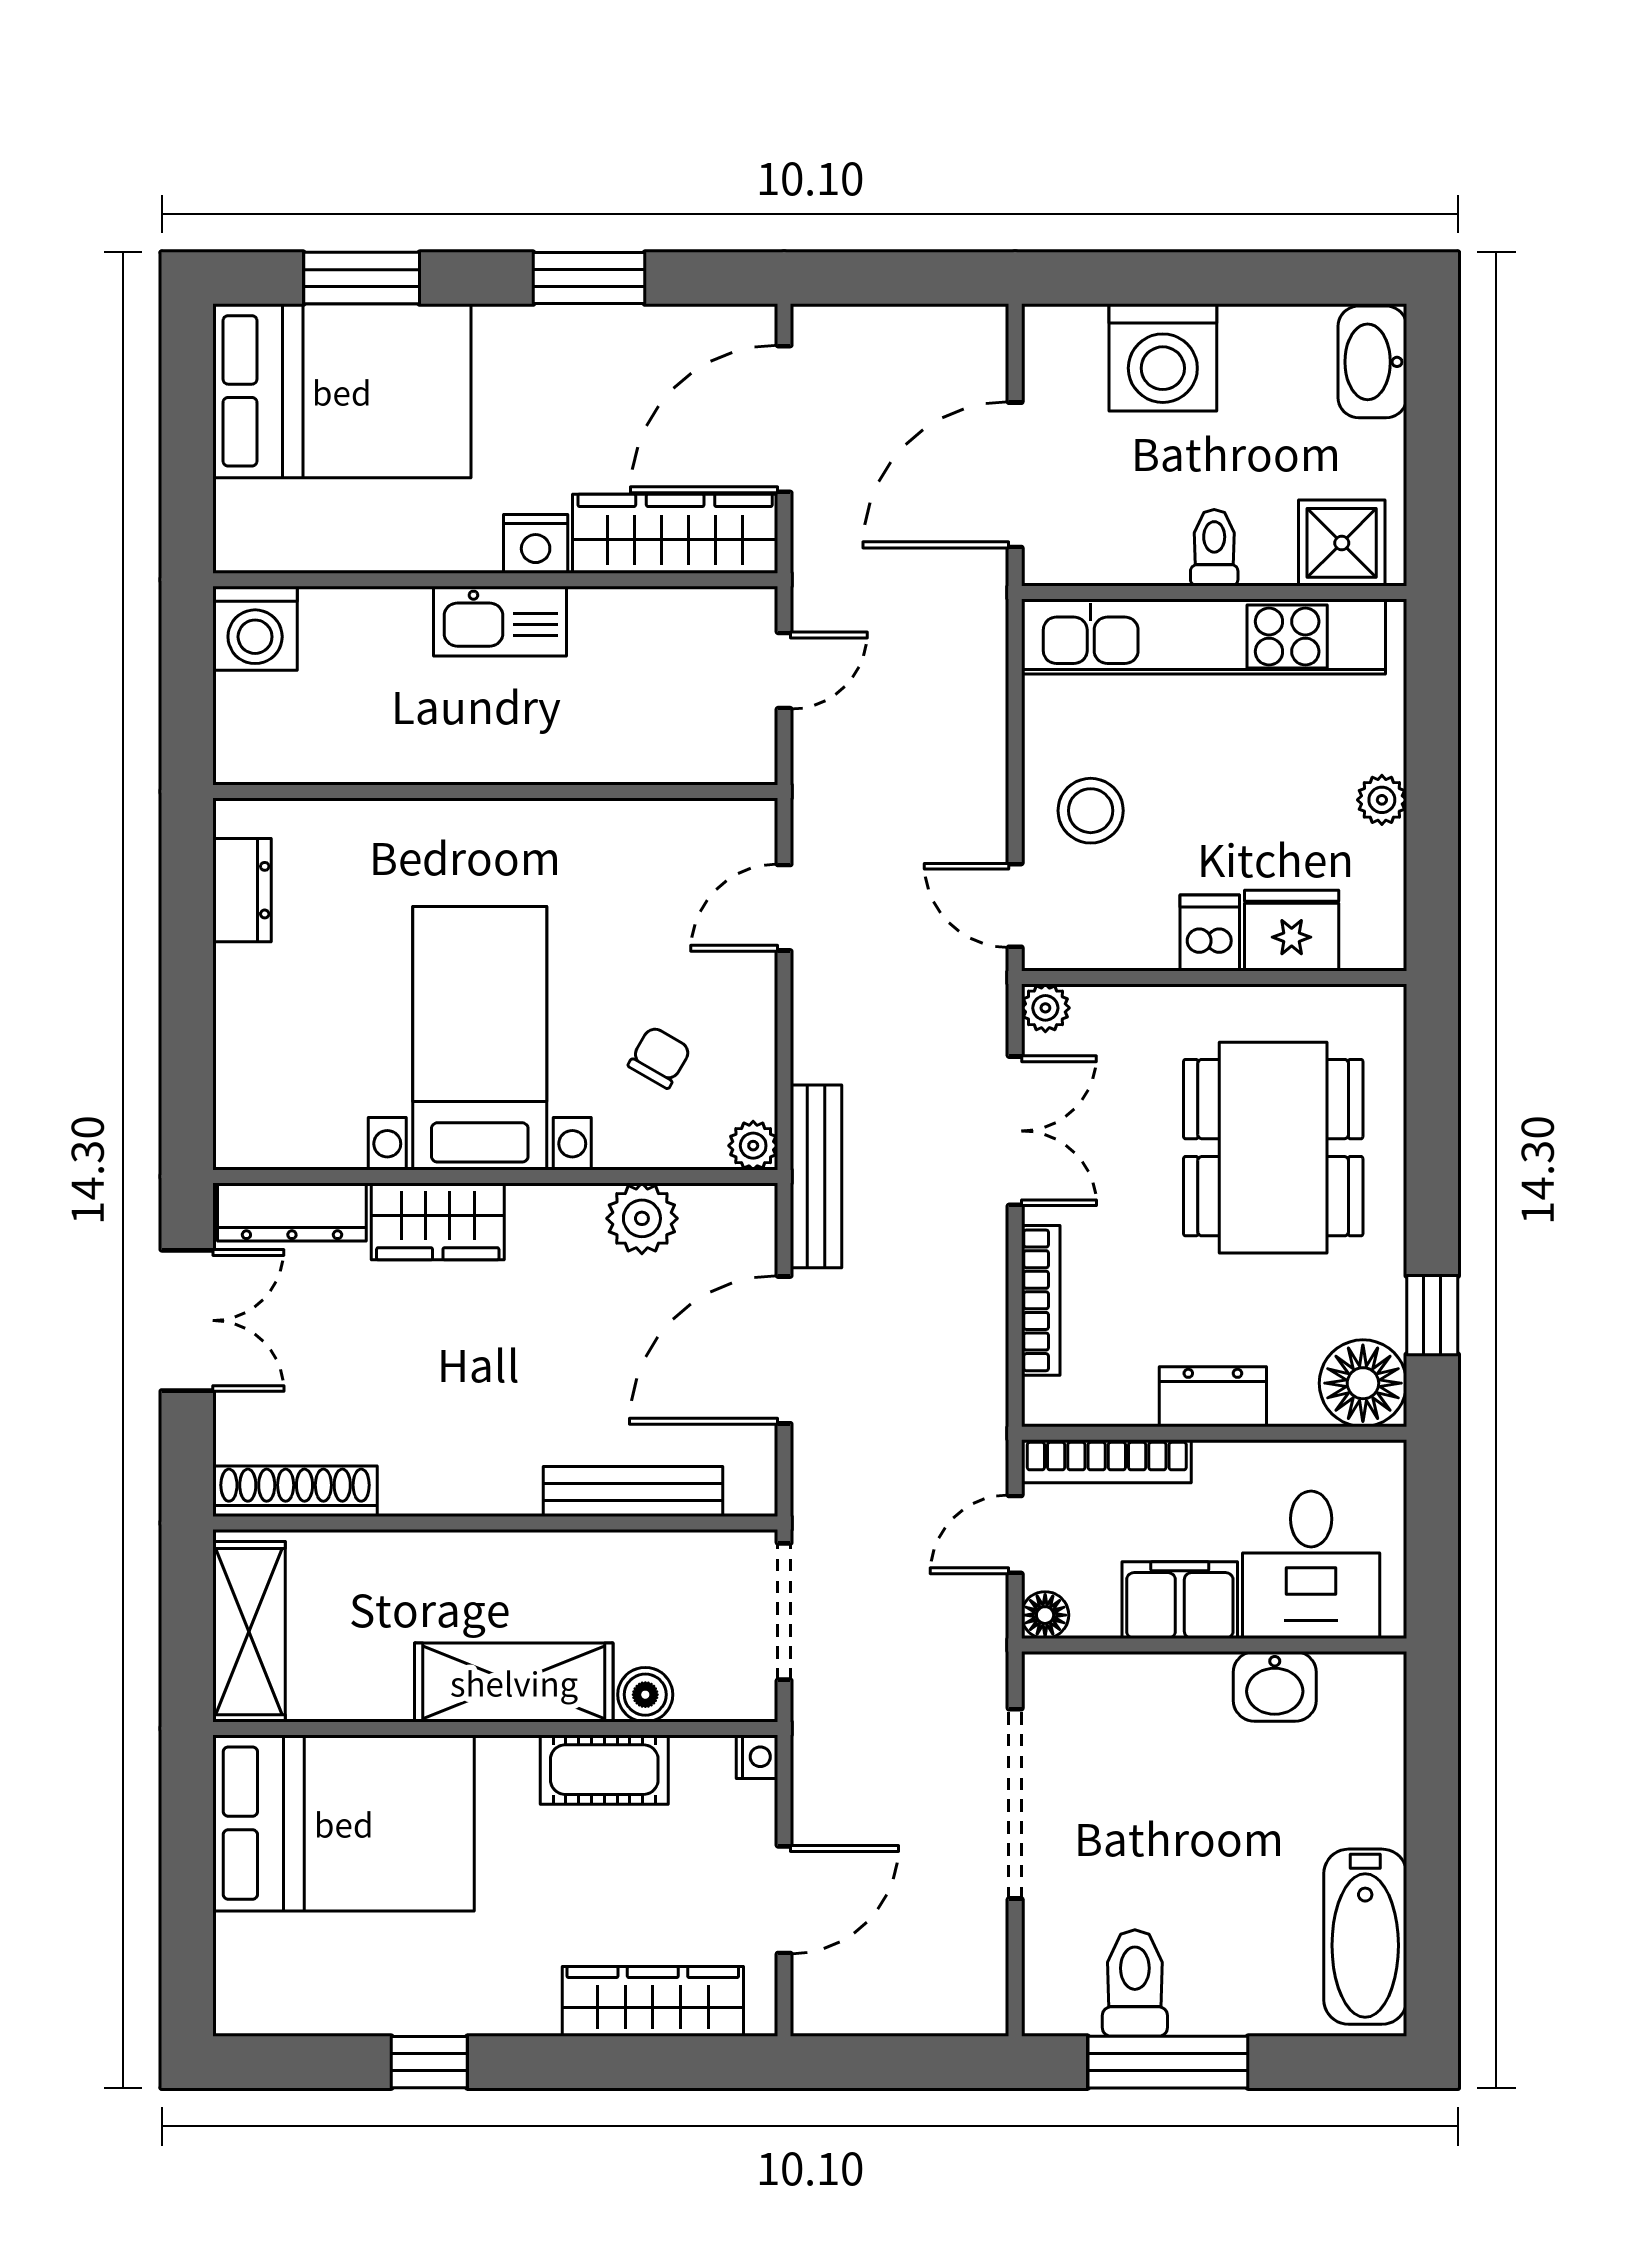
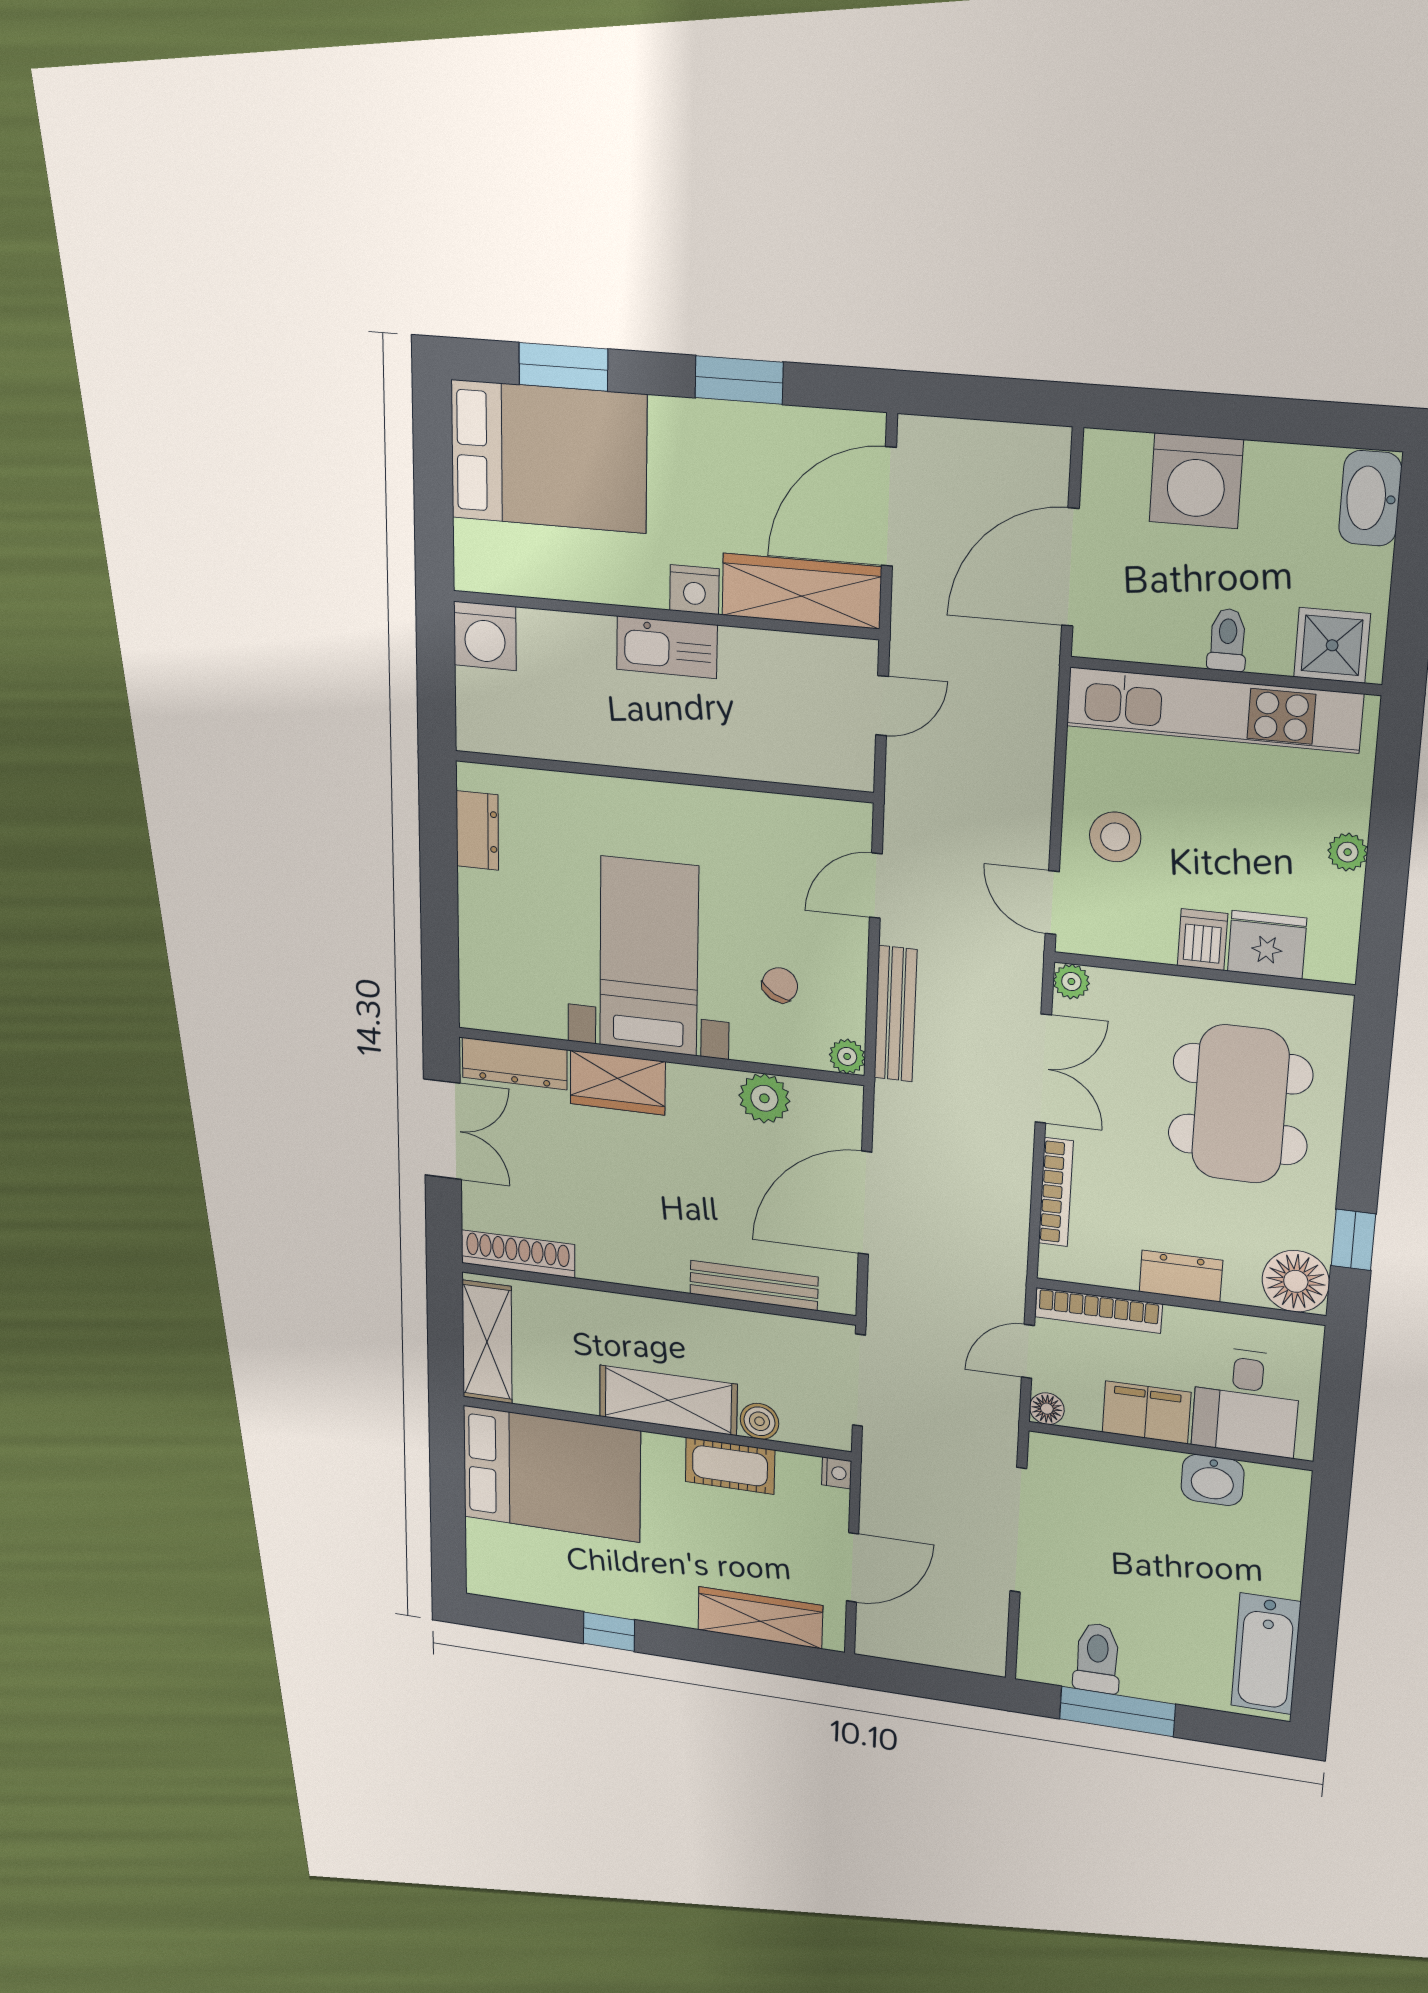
bench: (816, 1176) -> (895, 1014), moved

